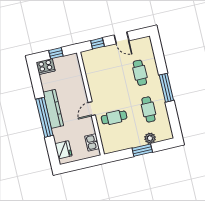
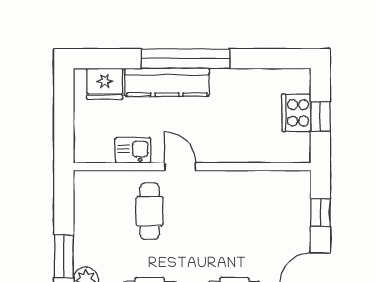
cooker: (45, 67) -> (296, 113), moved
kitchen counter: (53, 109) -> (167, 82), moved
kitchen sink: (92, 142) -> (133, 150), moved

